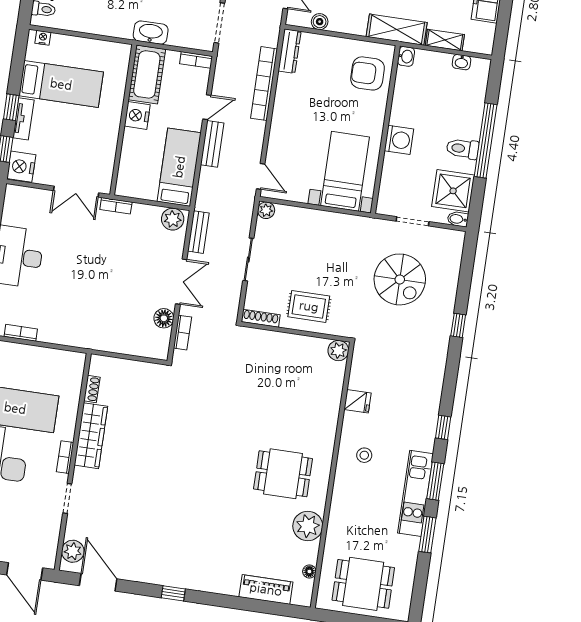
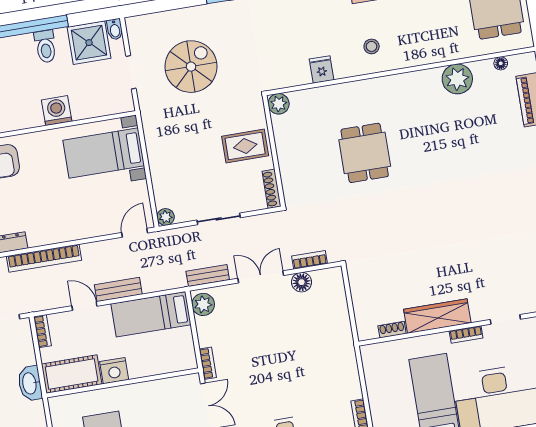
rug: (309, 306) -> (245, 146), turned 90
dining table: (283, 474) -> (365, 153), moved

